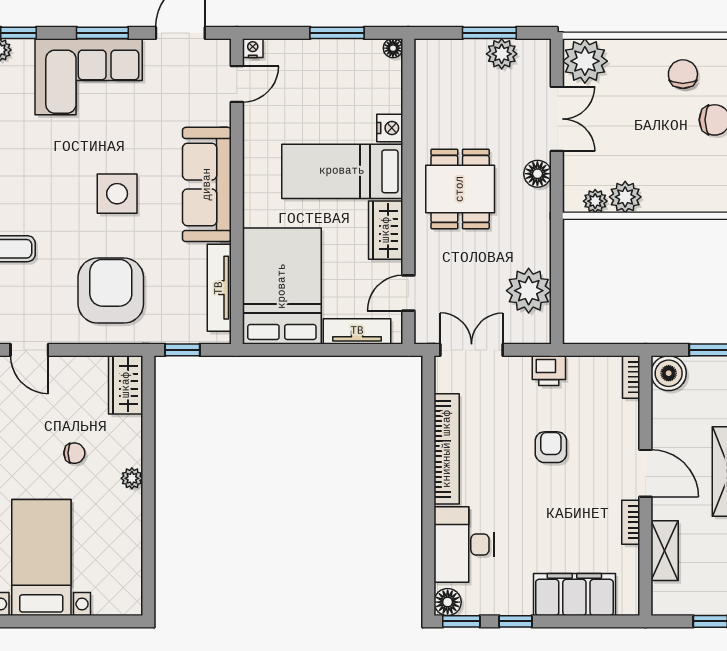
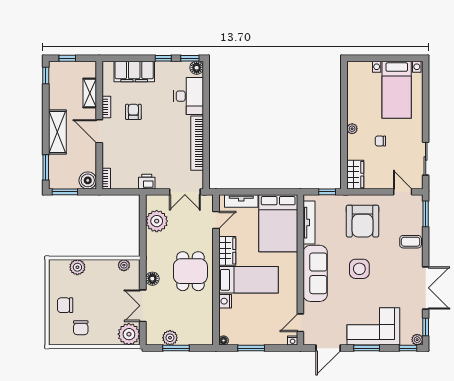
plant: (625, 197) -> (77, 267), moved
armchair: (551, 447) -> (133, 112), moved, turned 180

